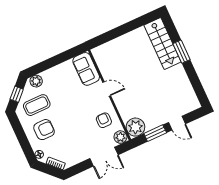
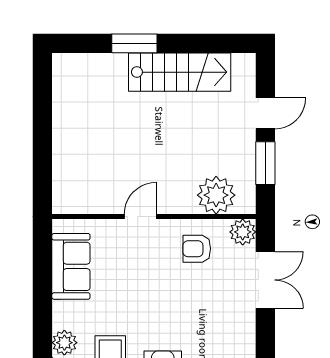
stairs: (163, 44) -> (180, 72), moved
sofa: (86, 69) -> (71, 266), moved, turned -90
plant: (135, 127) -> (216, 195), moved

